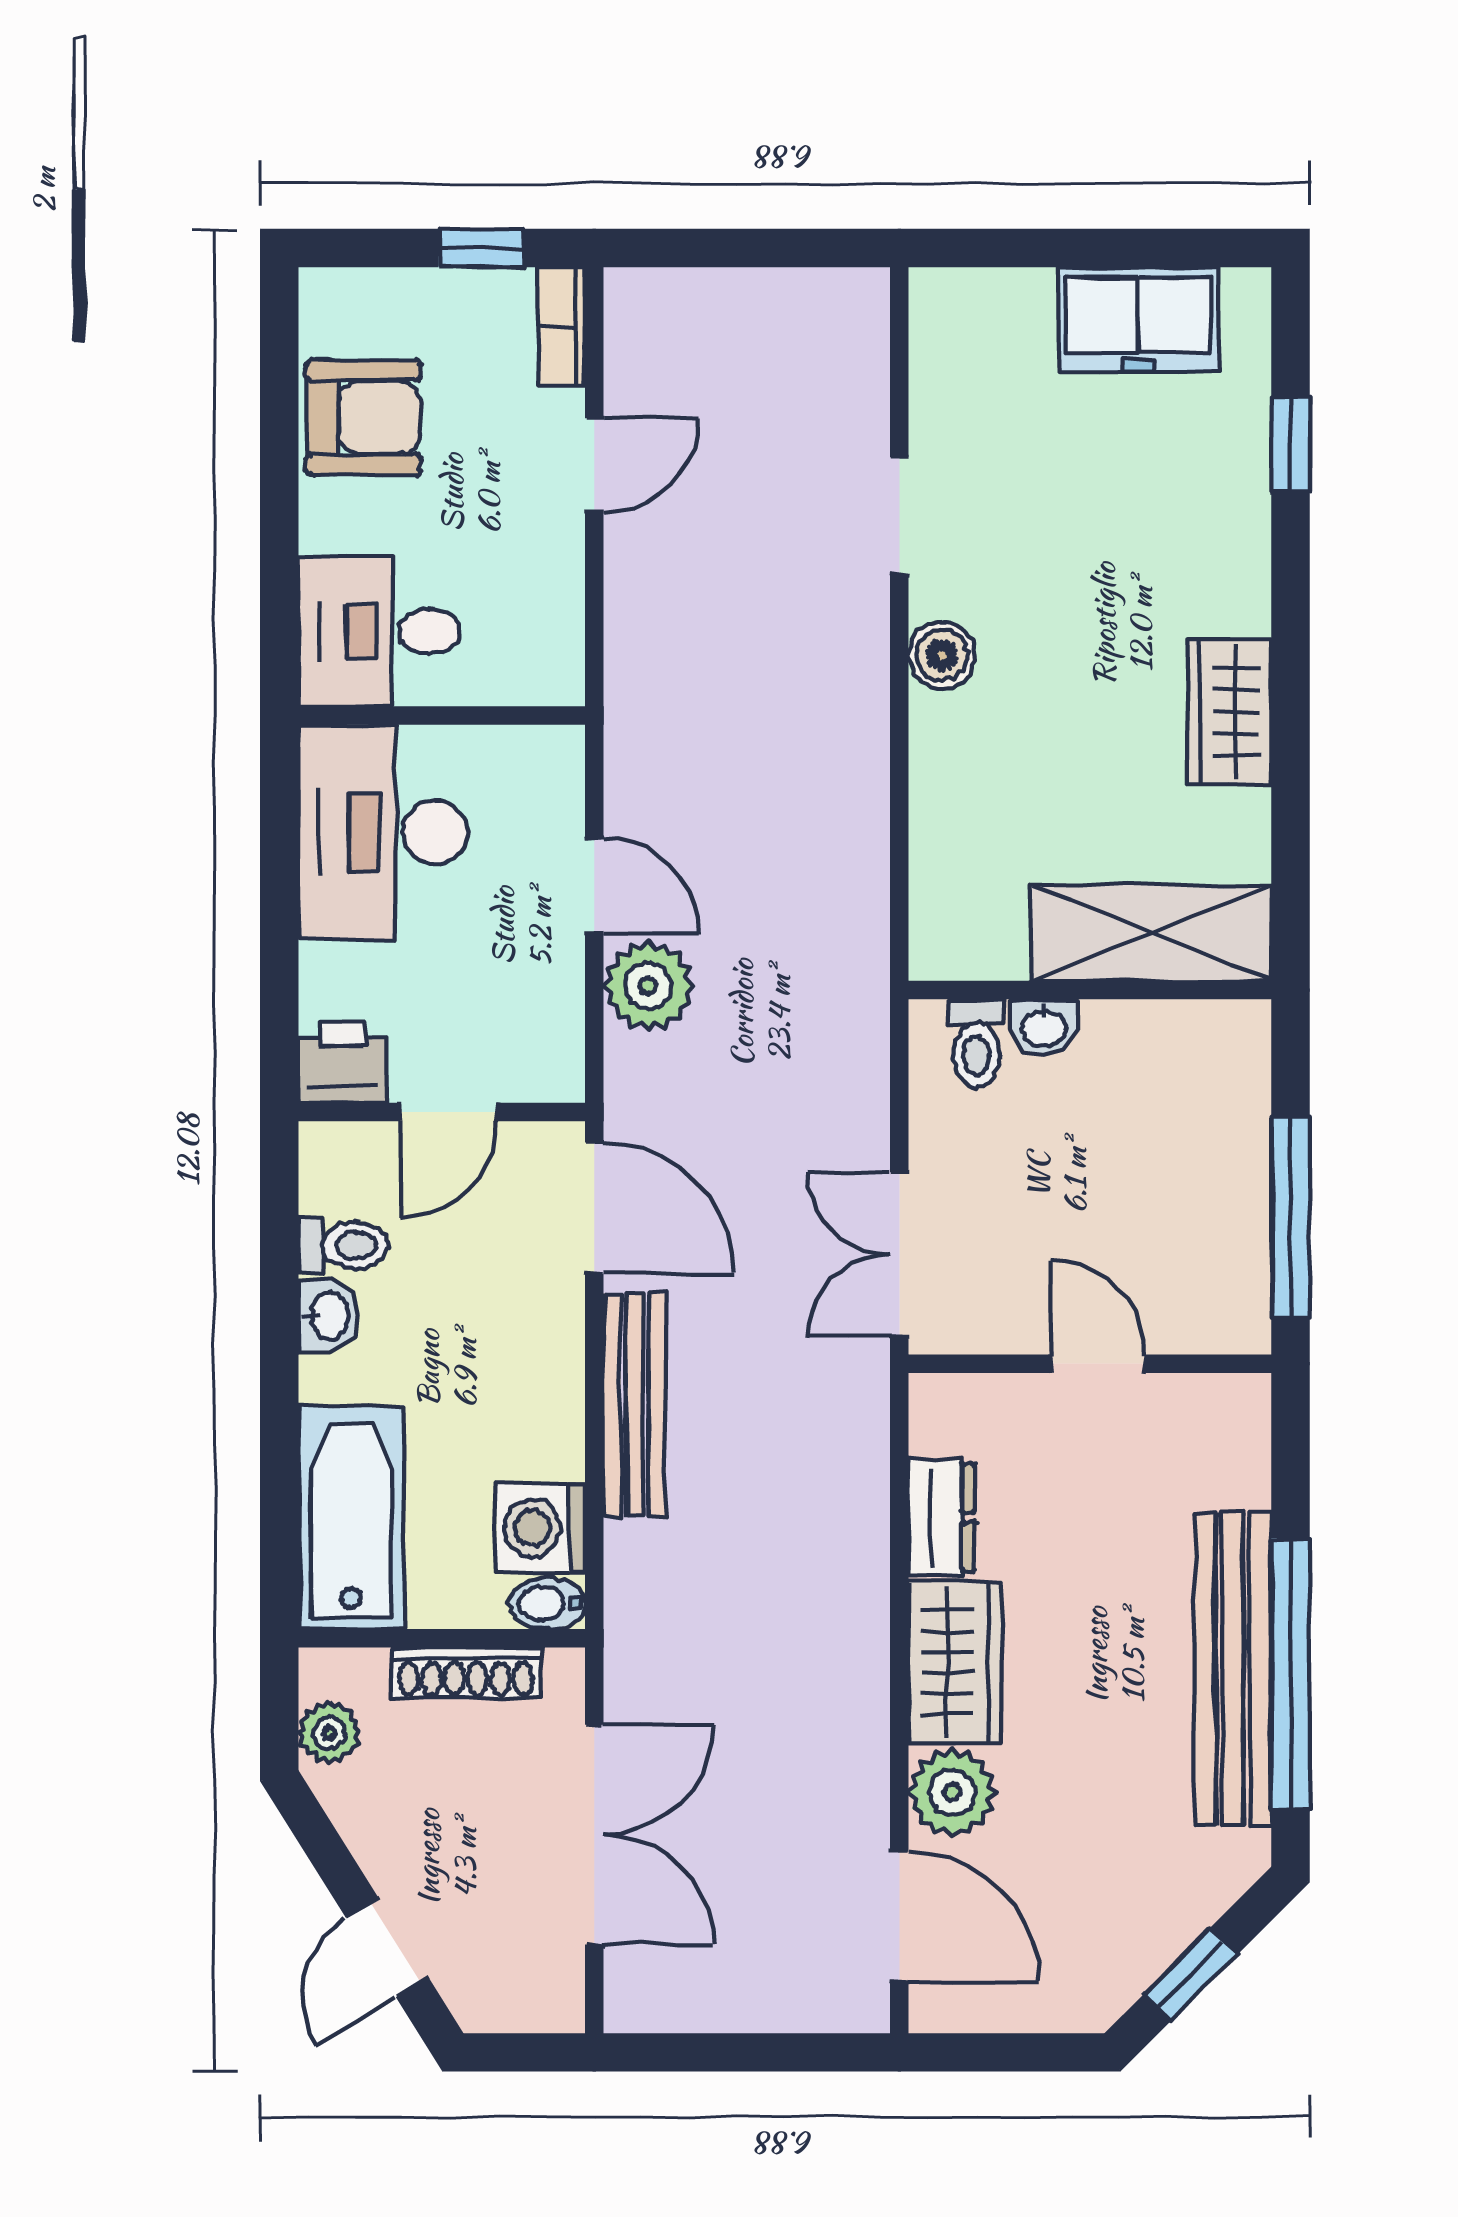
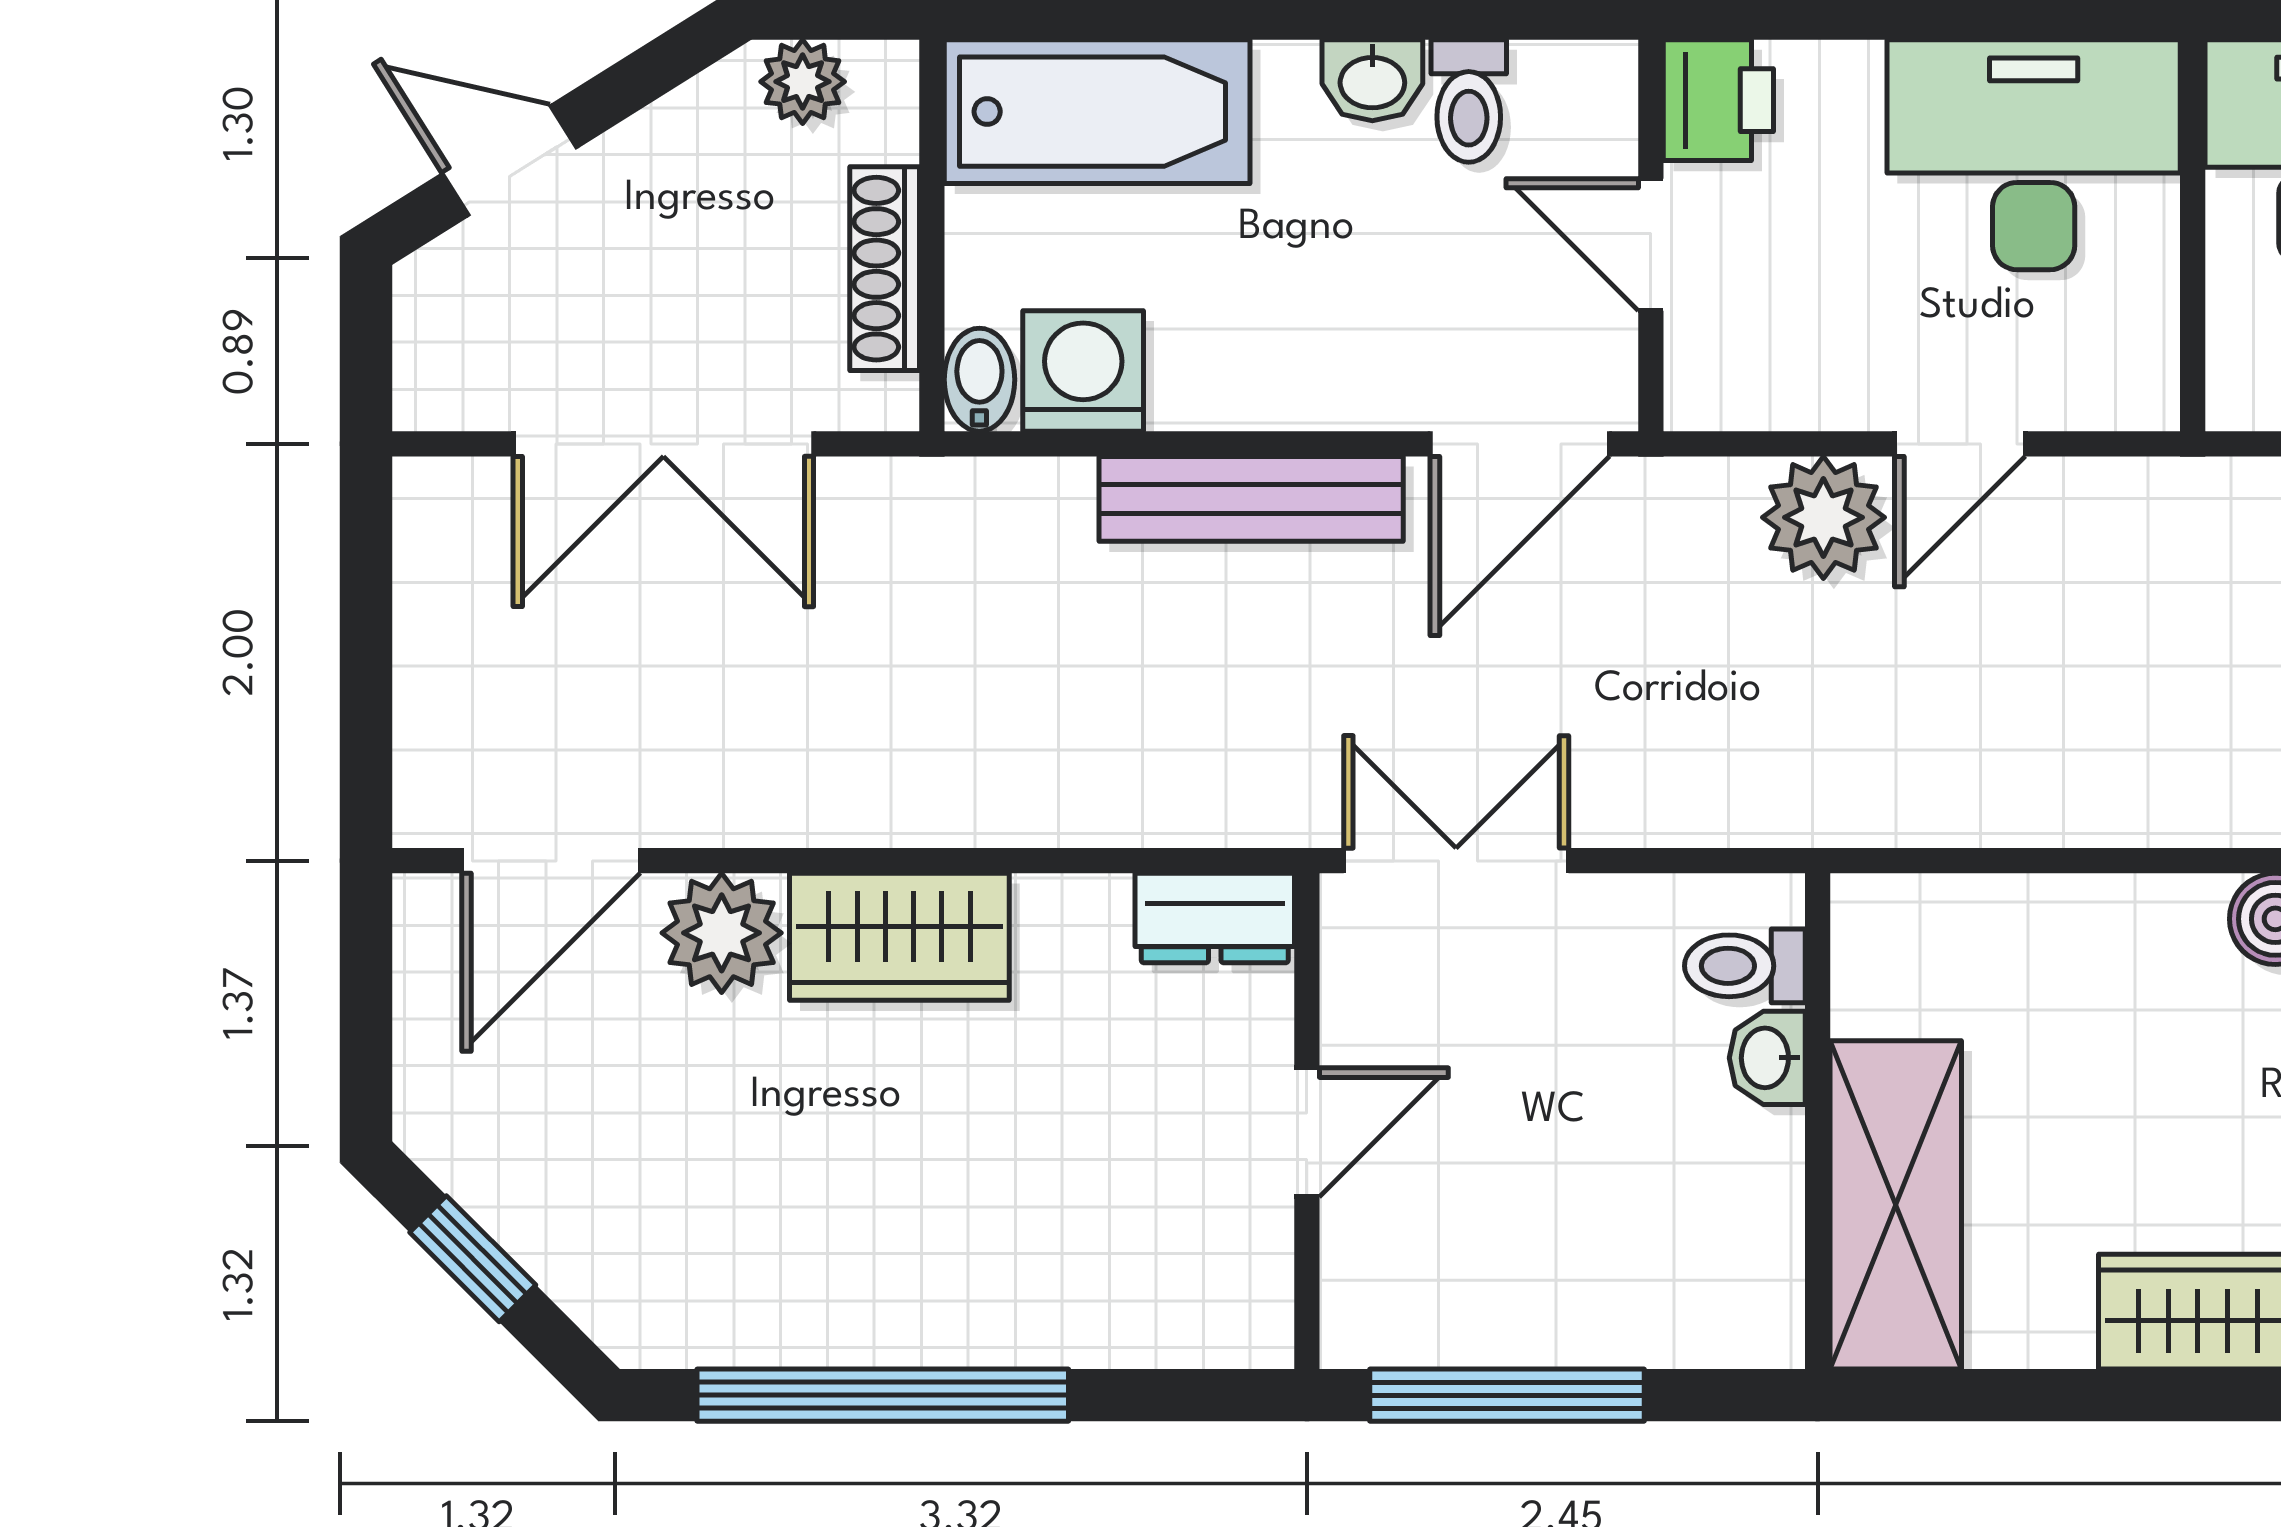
dresser: (941, 1517) -> (1215, 918), moved
bench: (1233, 1668) -> (891, 1316), removed

